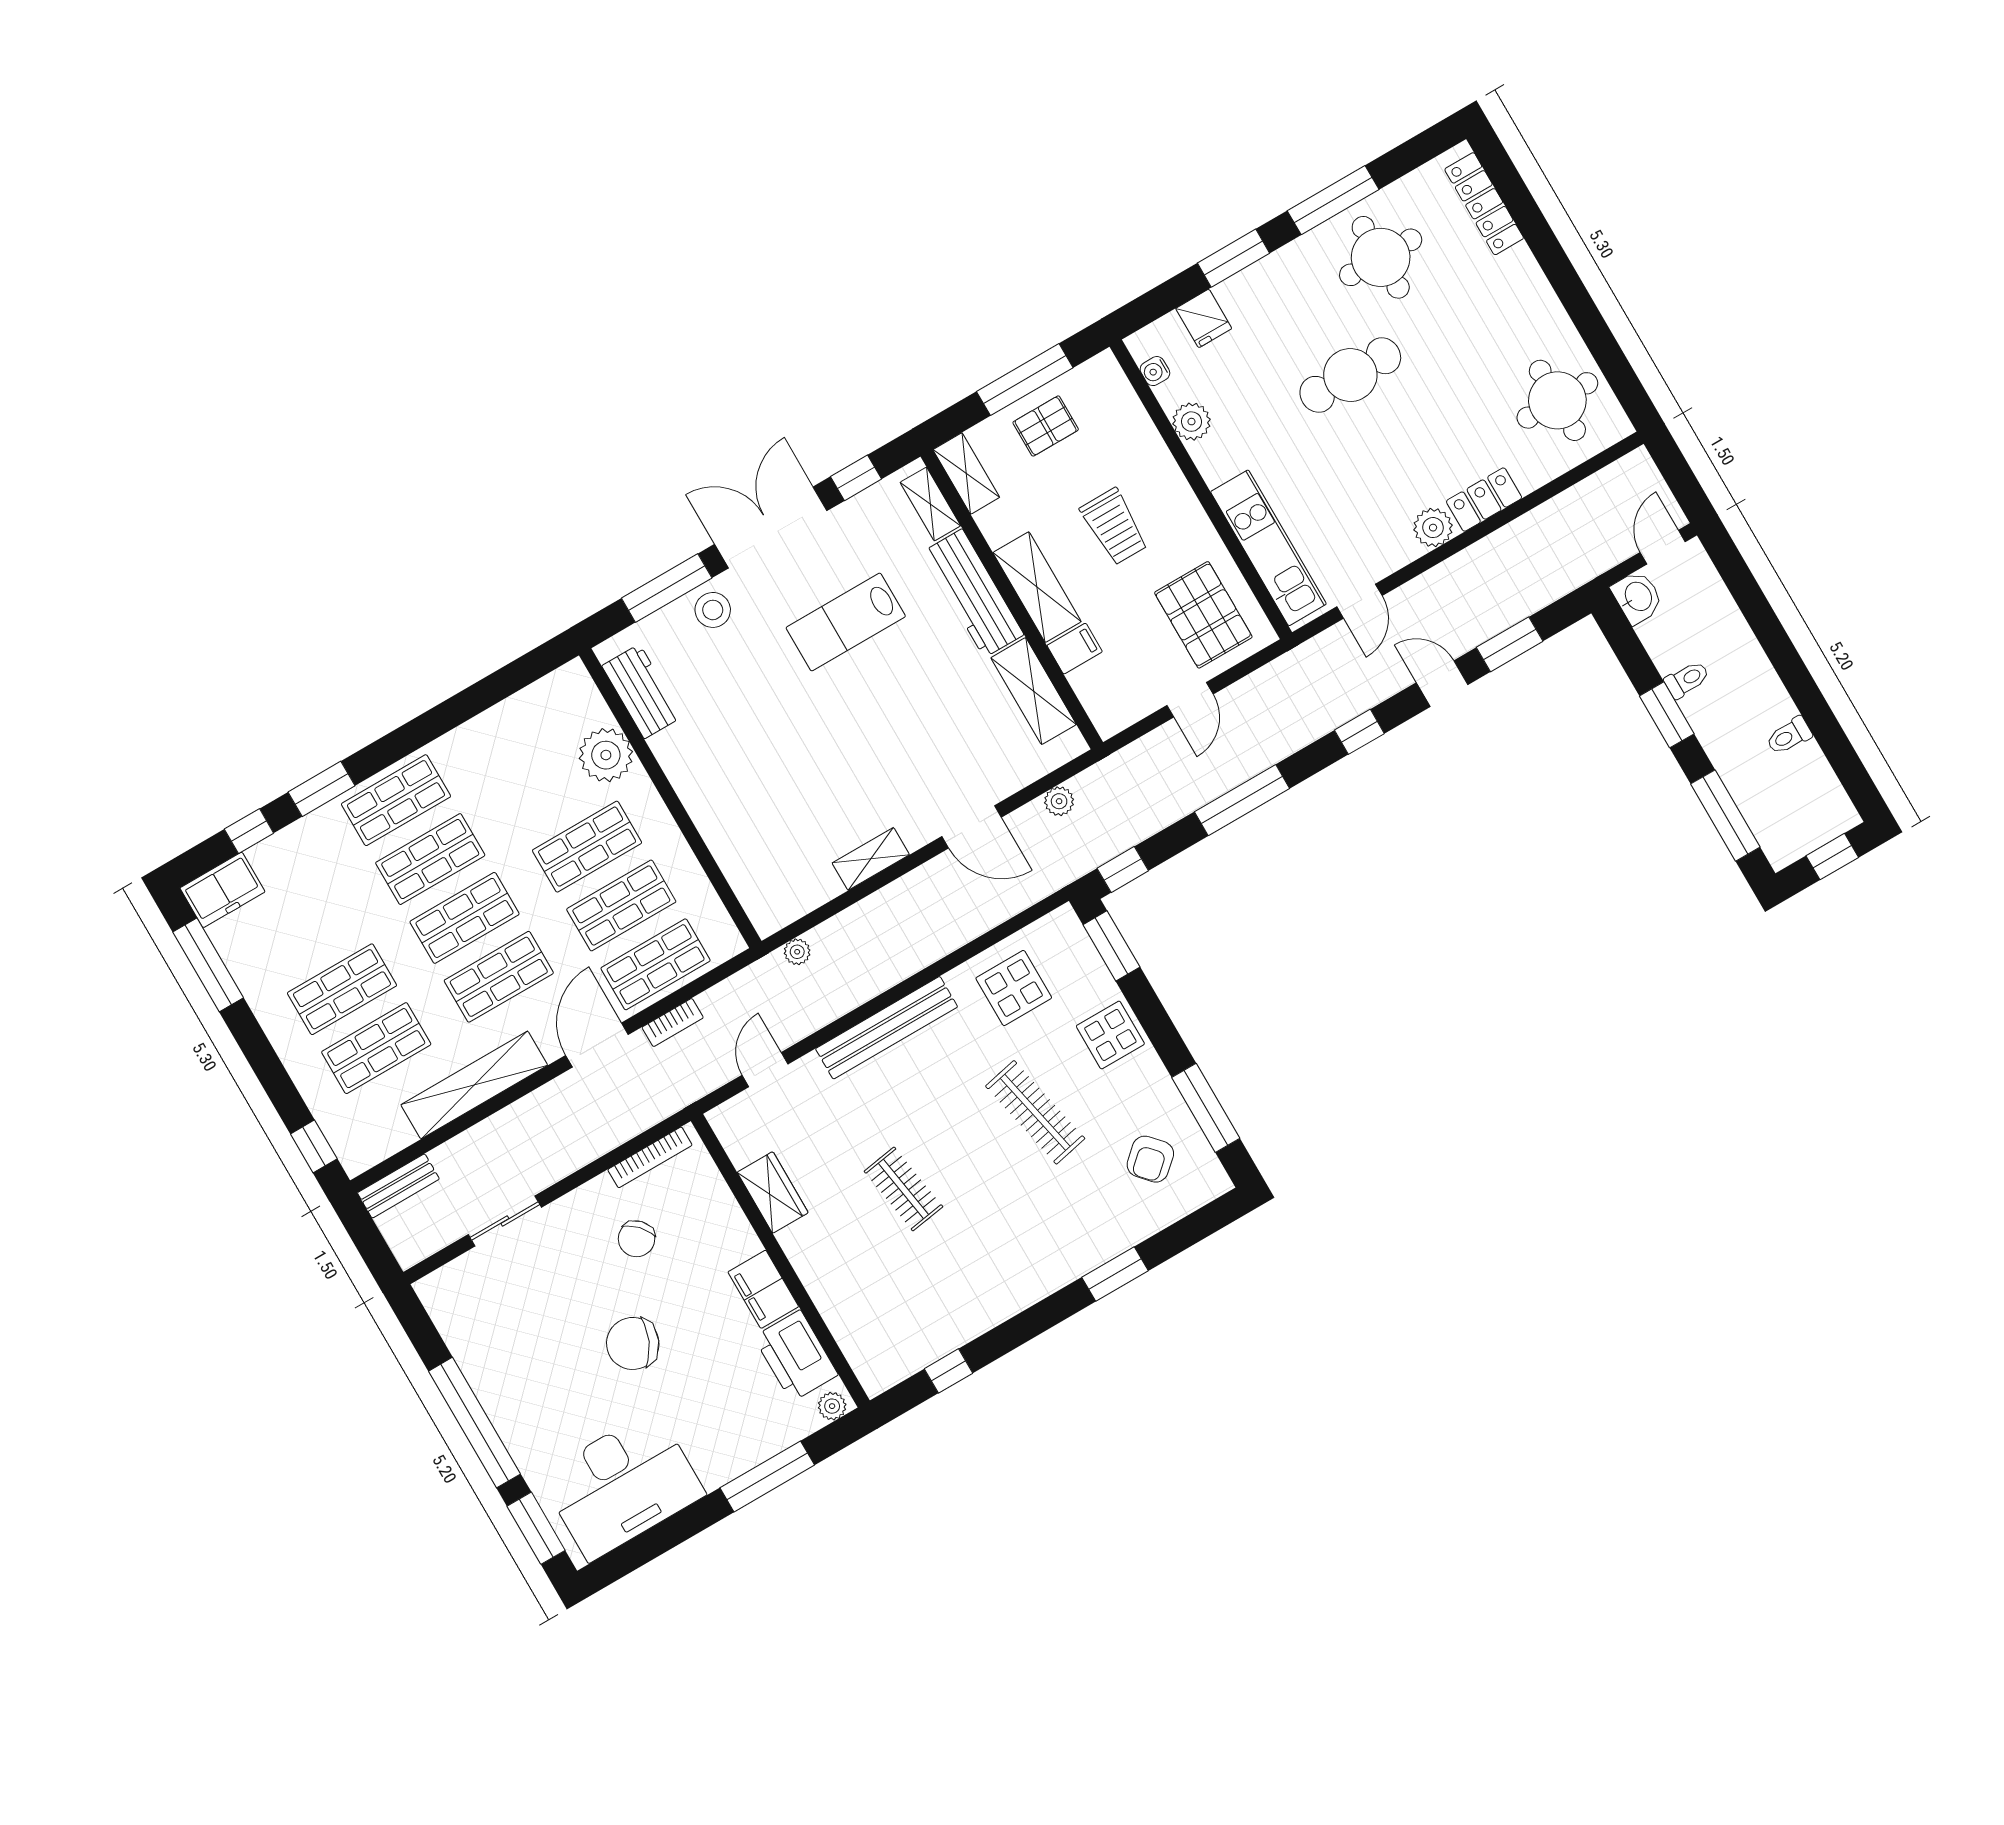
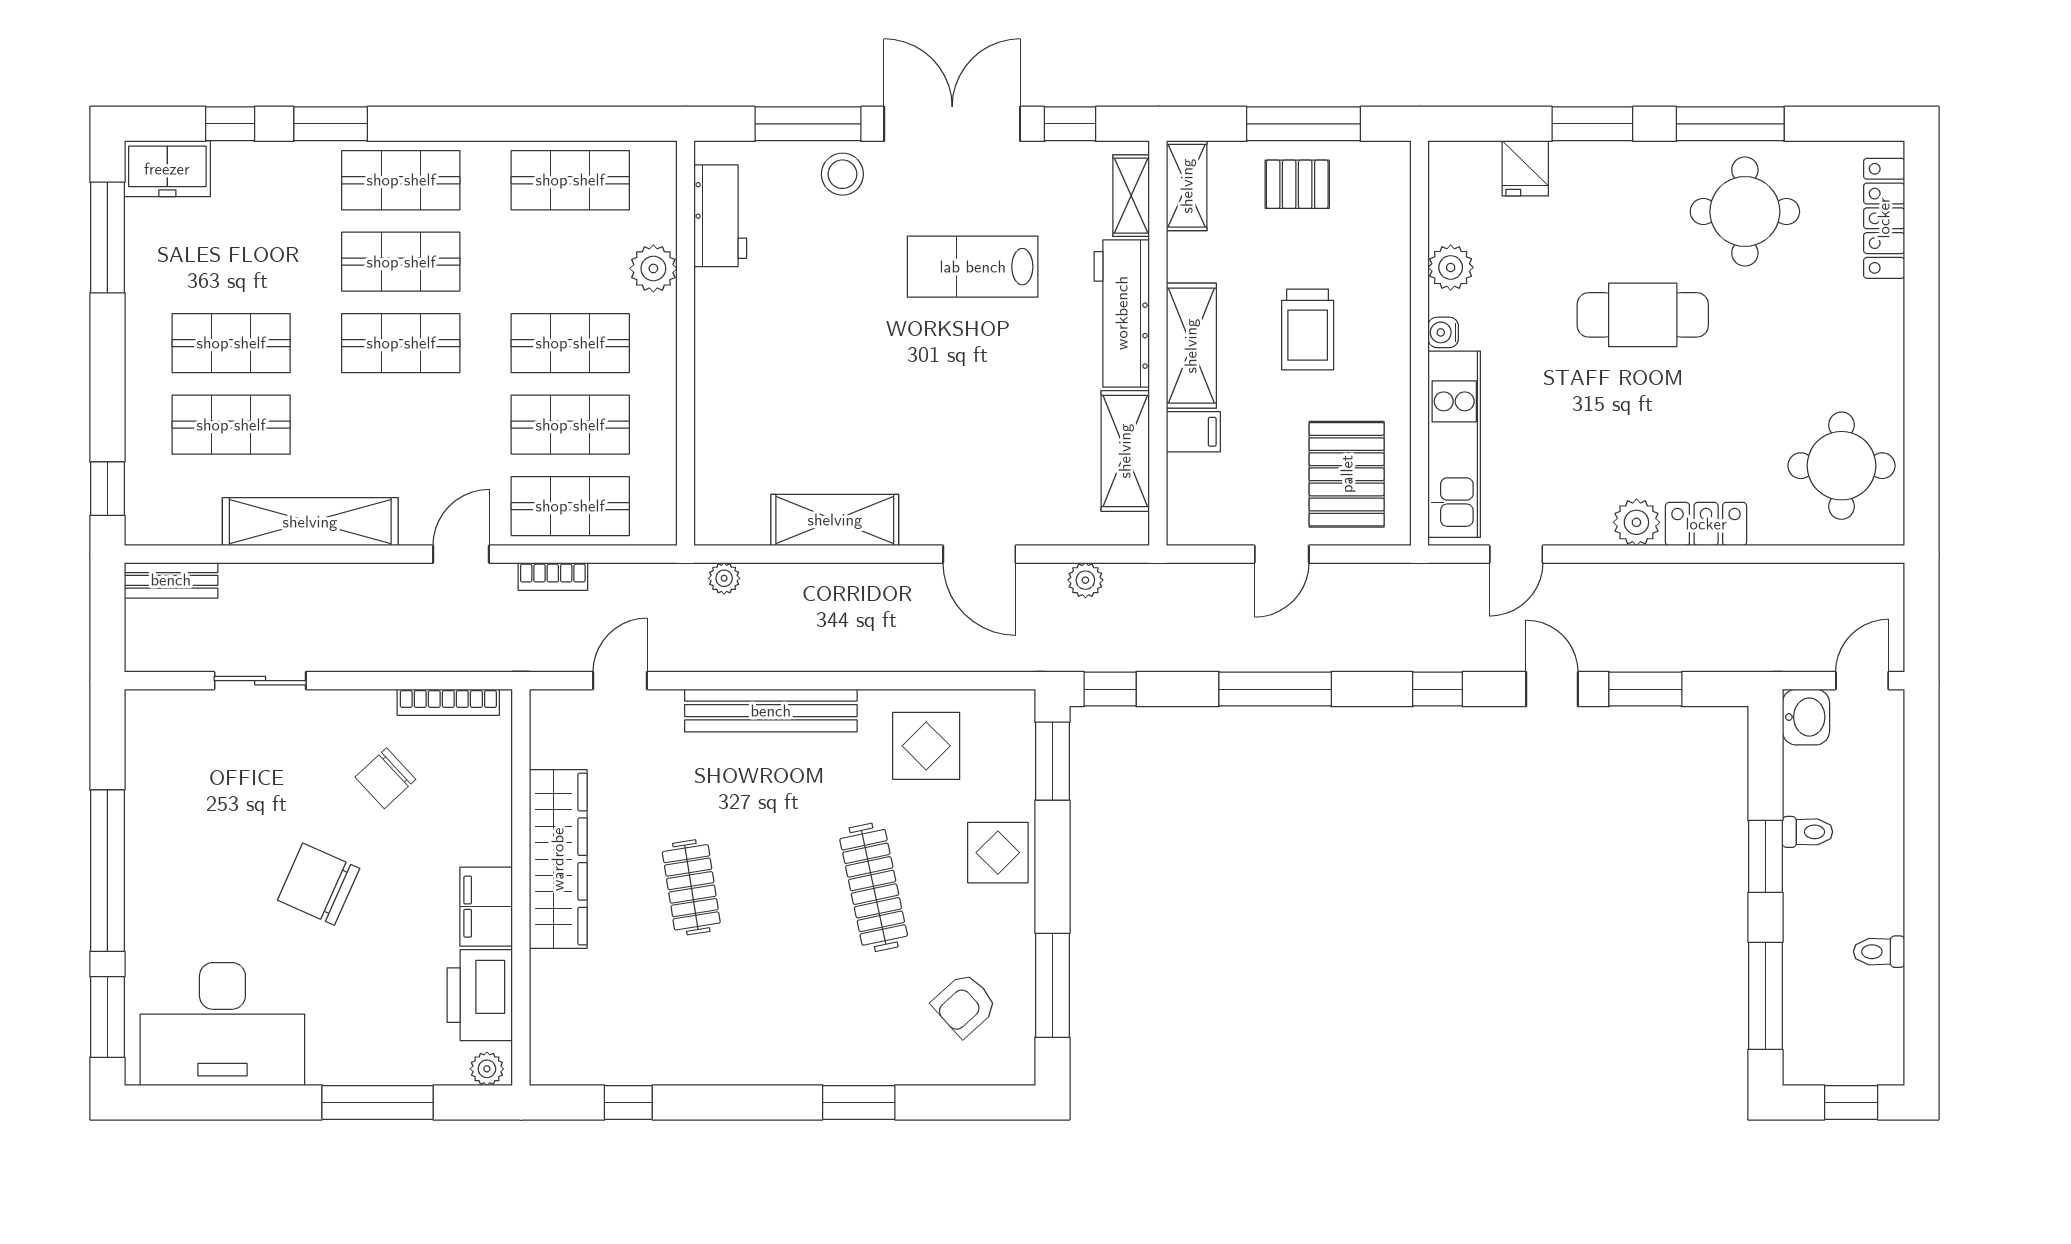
water cooler: (1155, 371) -> (1443, 332), moved
plant: (606, 755) -> (653, 268), width x0.73, depth x0.73
shelving: (871, 859) -> (835, 520), width x1.50, depth x1.33
shop shelf: (499, 977) -> (570, 180), moved
door: (597, 1045) -> (461, 554), width x0.73
wardrobe: (773, 1192) -> (558, 859), width x2.10, depth x1.17

